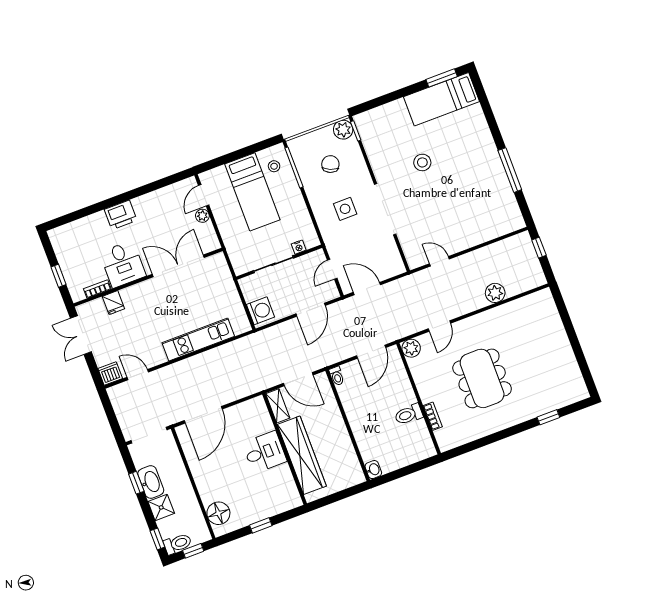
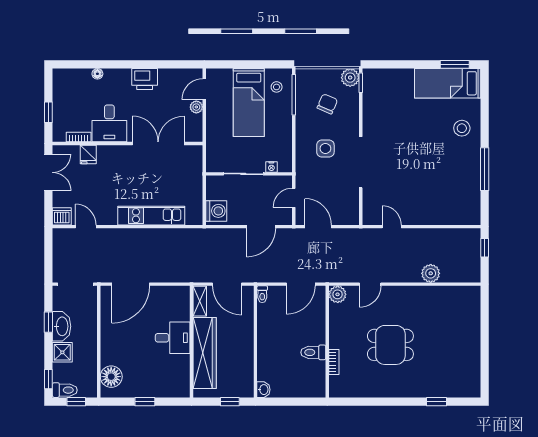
stool: (422, 162) -> (462, 128), moved
printer: (121, 215) -> (145, 79), moved
floor lamp: (92, 220) -> (97, 74), added
double door: (81, 335) -> (48, 172), swing flipped
dining table: (482, 378) -> (390, 345), width x0.73
window: (345, 494) -> (230, 402), added

